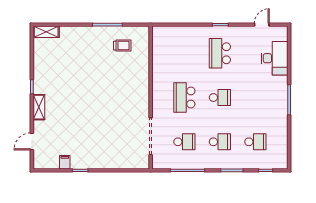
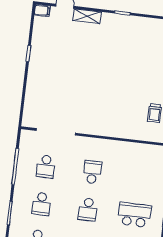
school desk: (184, 98) -> (92, 172), width x0.54
shelving: (39, 107) -> (87, 16), moved
filing cabinet: (65, 162) -> (42, 10), moved

